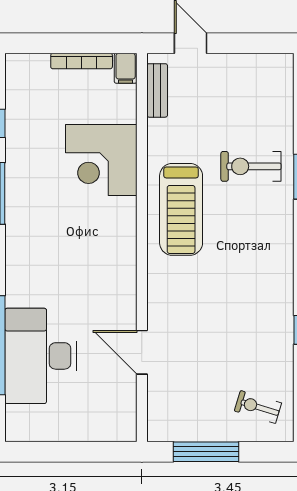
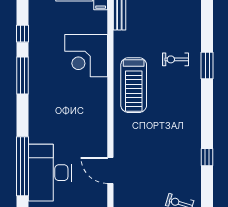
exercise bike: (251, 166) -> (175, 59), width x0.73, depth x0.72

